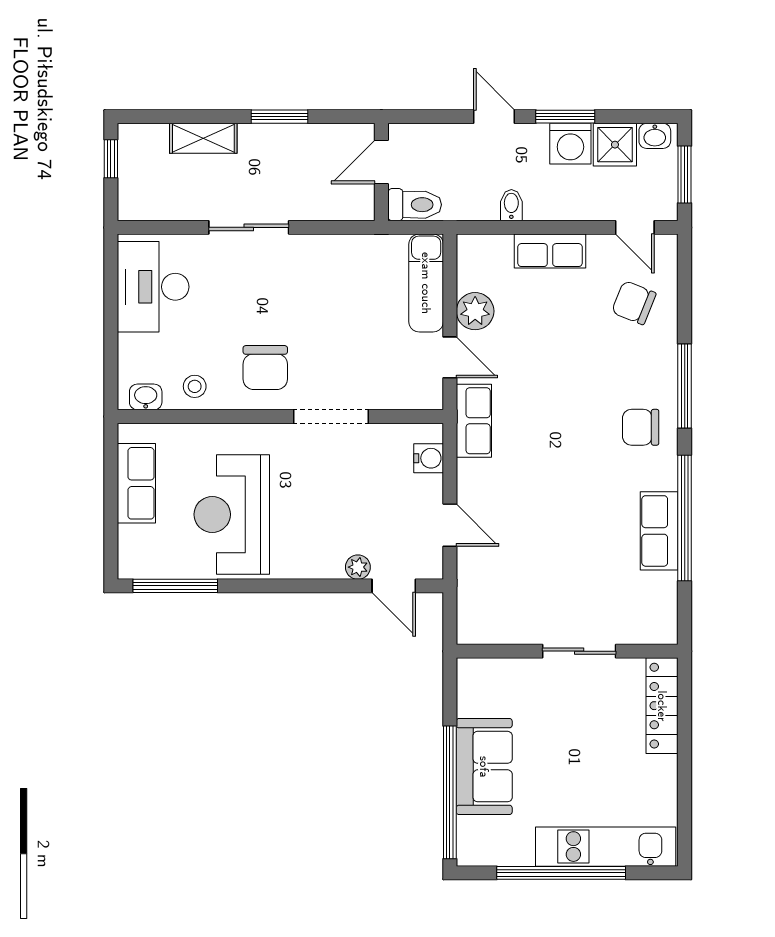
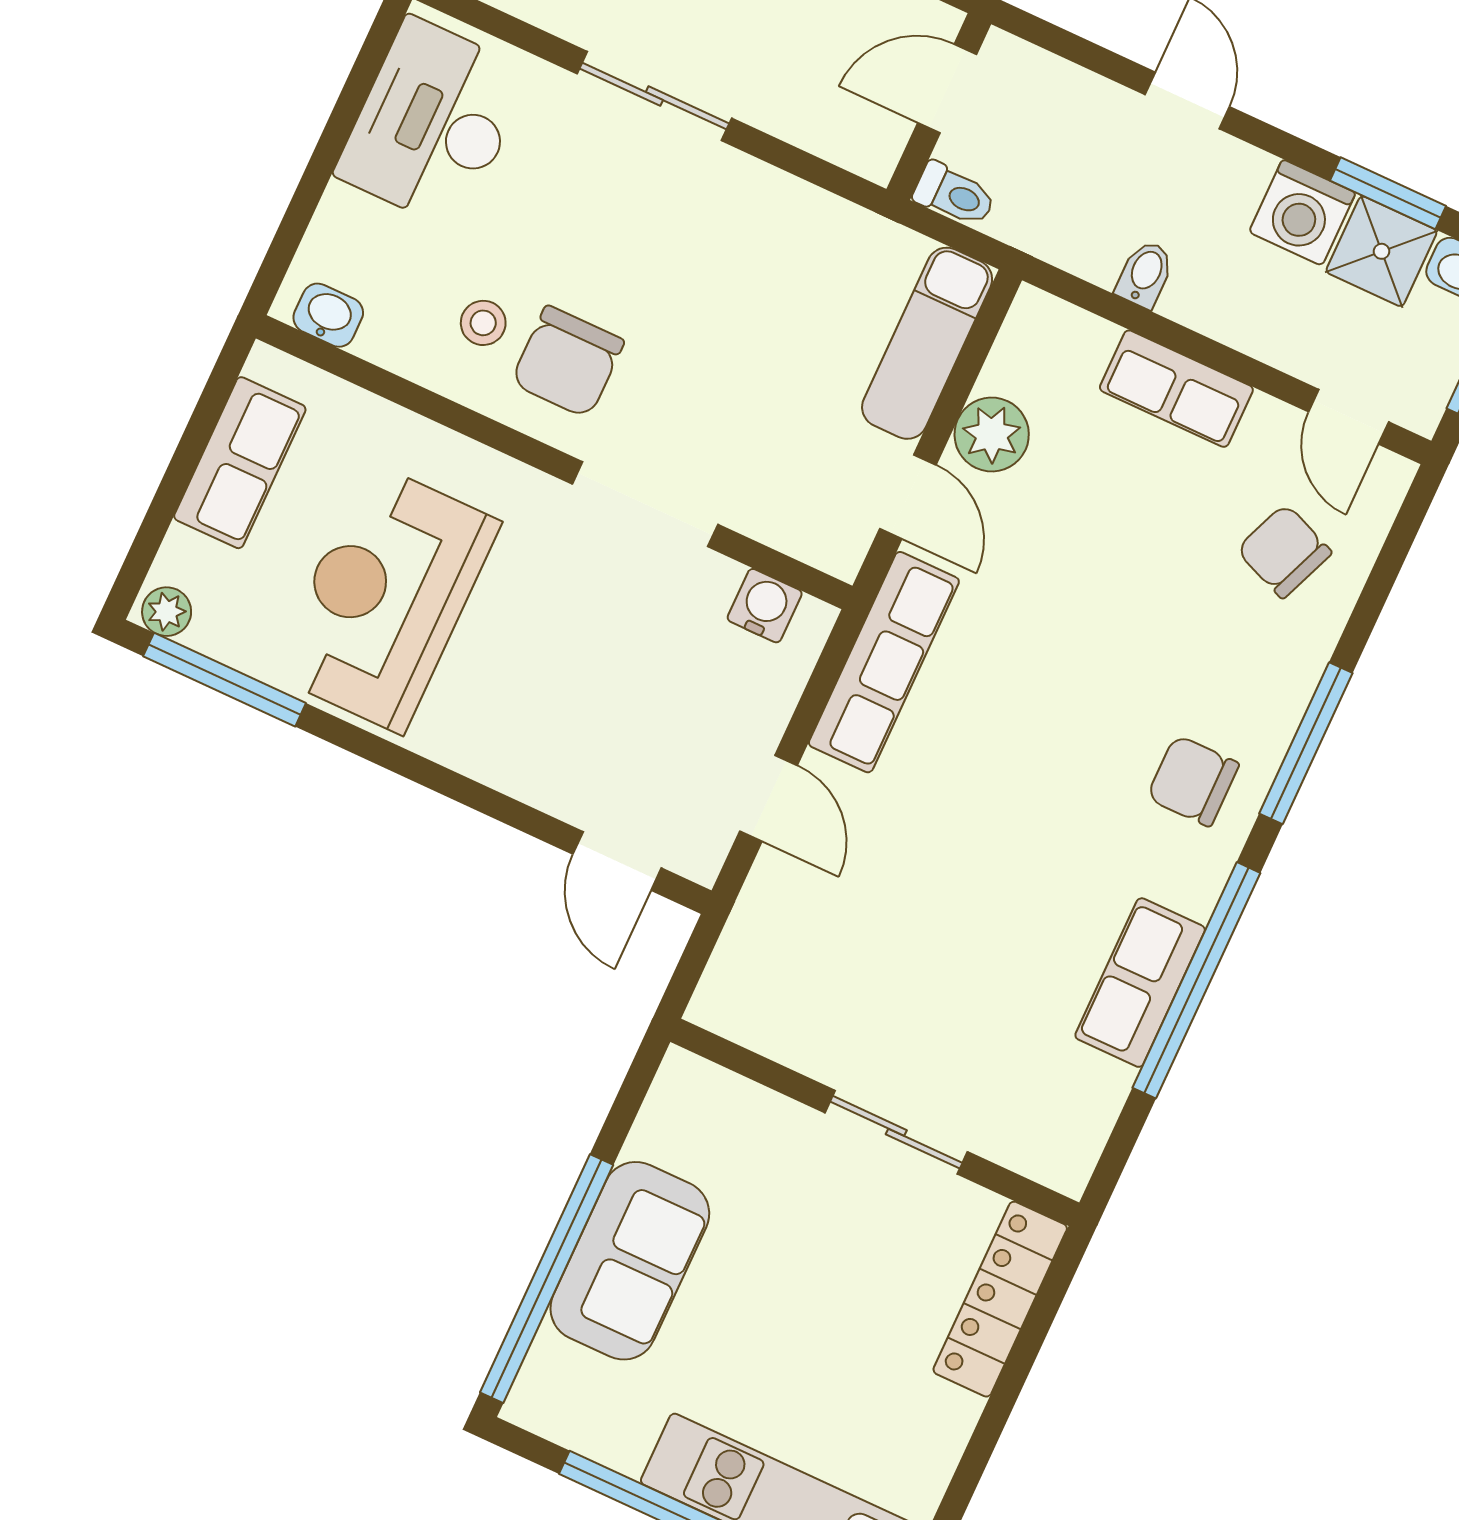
window: (565, 117) -> (1388, 193), moved
toilet: (415, 205) -> (954, 195), width x0.73, depth x0.72
stool: (195, 386) -> (483, 323), moved
row of seats: (474, 421) -> (884, 662), width x1.48
water cooler: (429, 458) -> (765, 606), moved, turned -90
plant: (358, 567) -> (167, 612), moved

